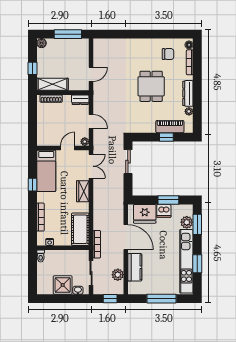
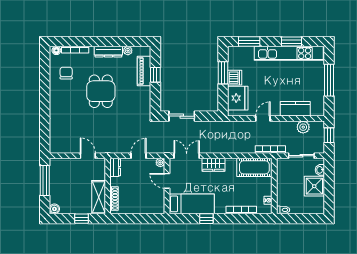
dining table: (151, 86) -> (101, 91), turned 90
plant: (187, 222) -> (247, 53), removed
door: (126, 237) -> (263, 118), width x0.53

